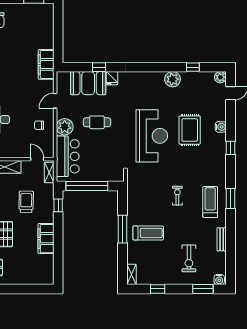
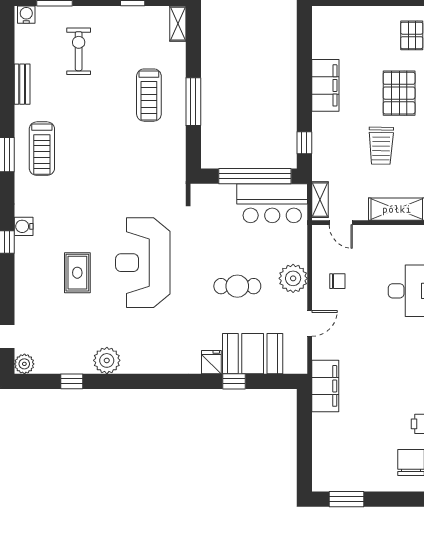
water cooler: (221, 127) -> (24, 226), moved
rug: (190, 130) -> (77, 273), width x0.73, depth x0.70
bar counter: (68, 156) -> (272, 203), moved, turned -90
exercise bike: (177, 196) -> (98, 159), removed
trolley: (26, 202) -> (381, 146), moved
treadmill: (148, 233) -> (149, 95), turned -90

